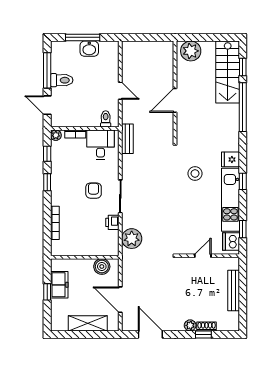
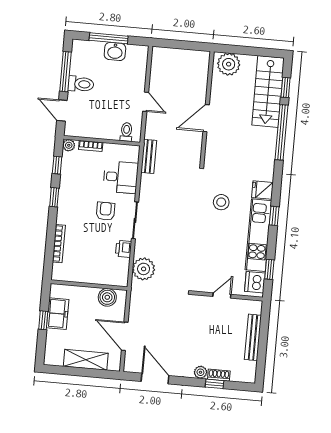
desk: (100, 145) -> (121, 177), moved, turned 90

